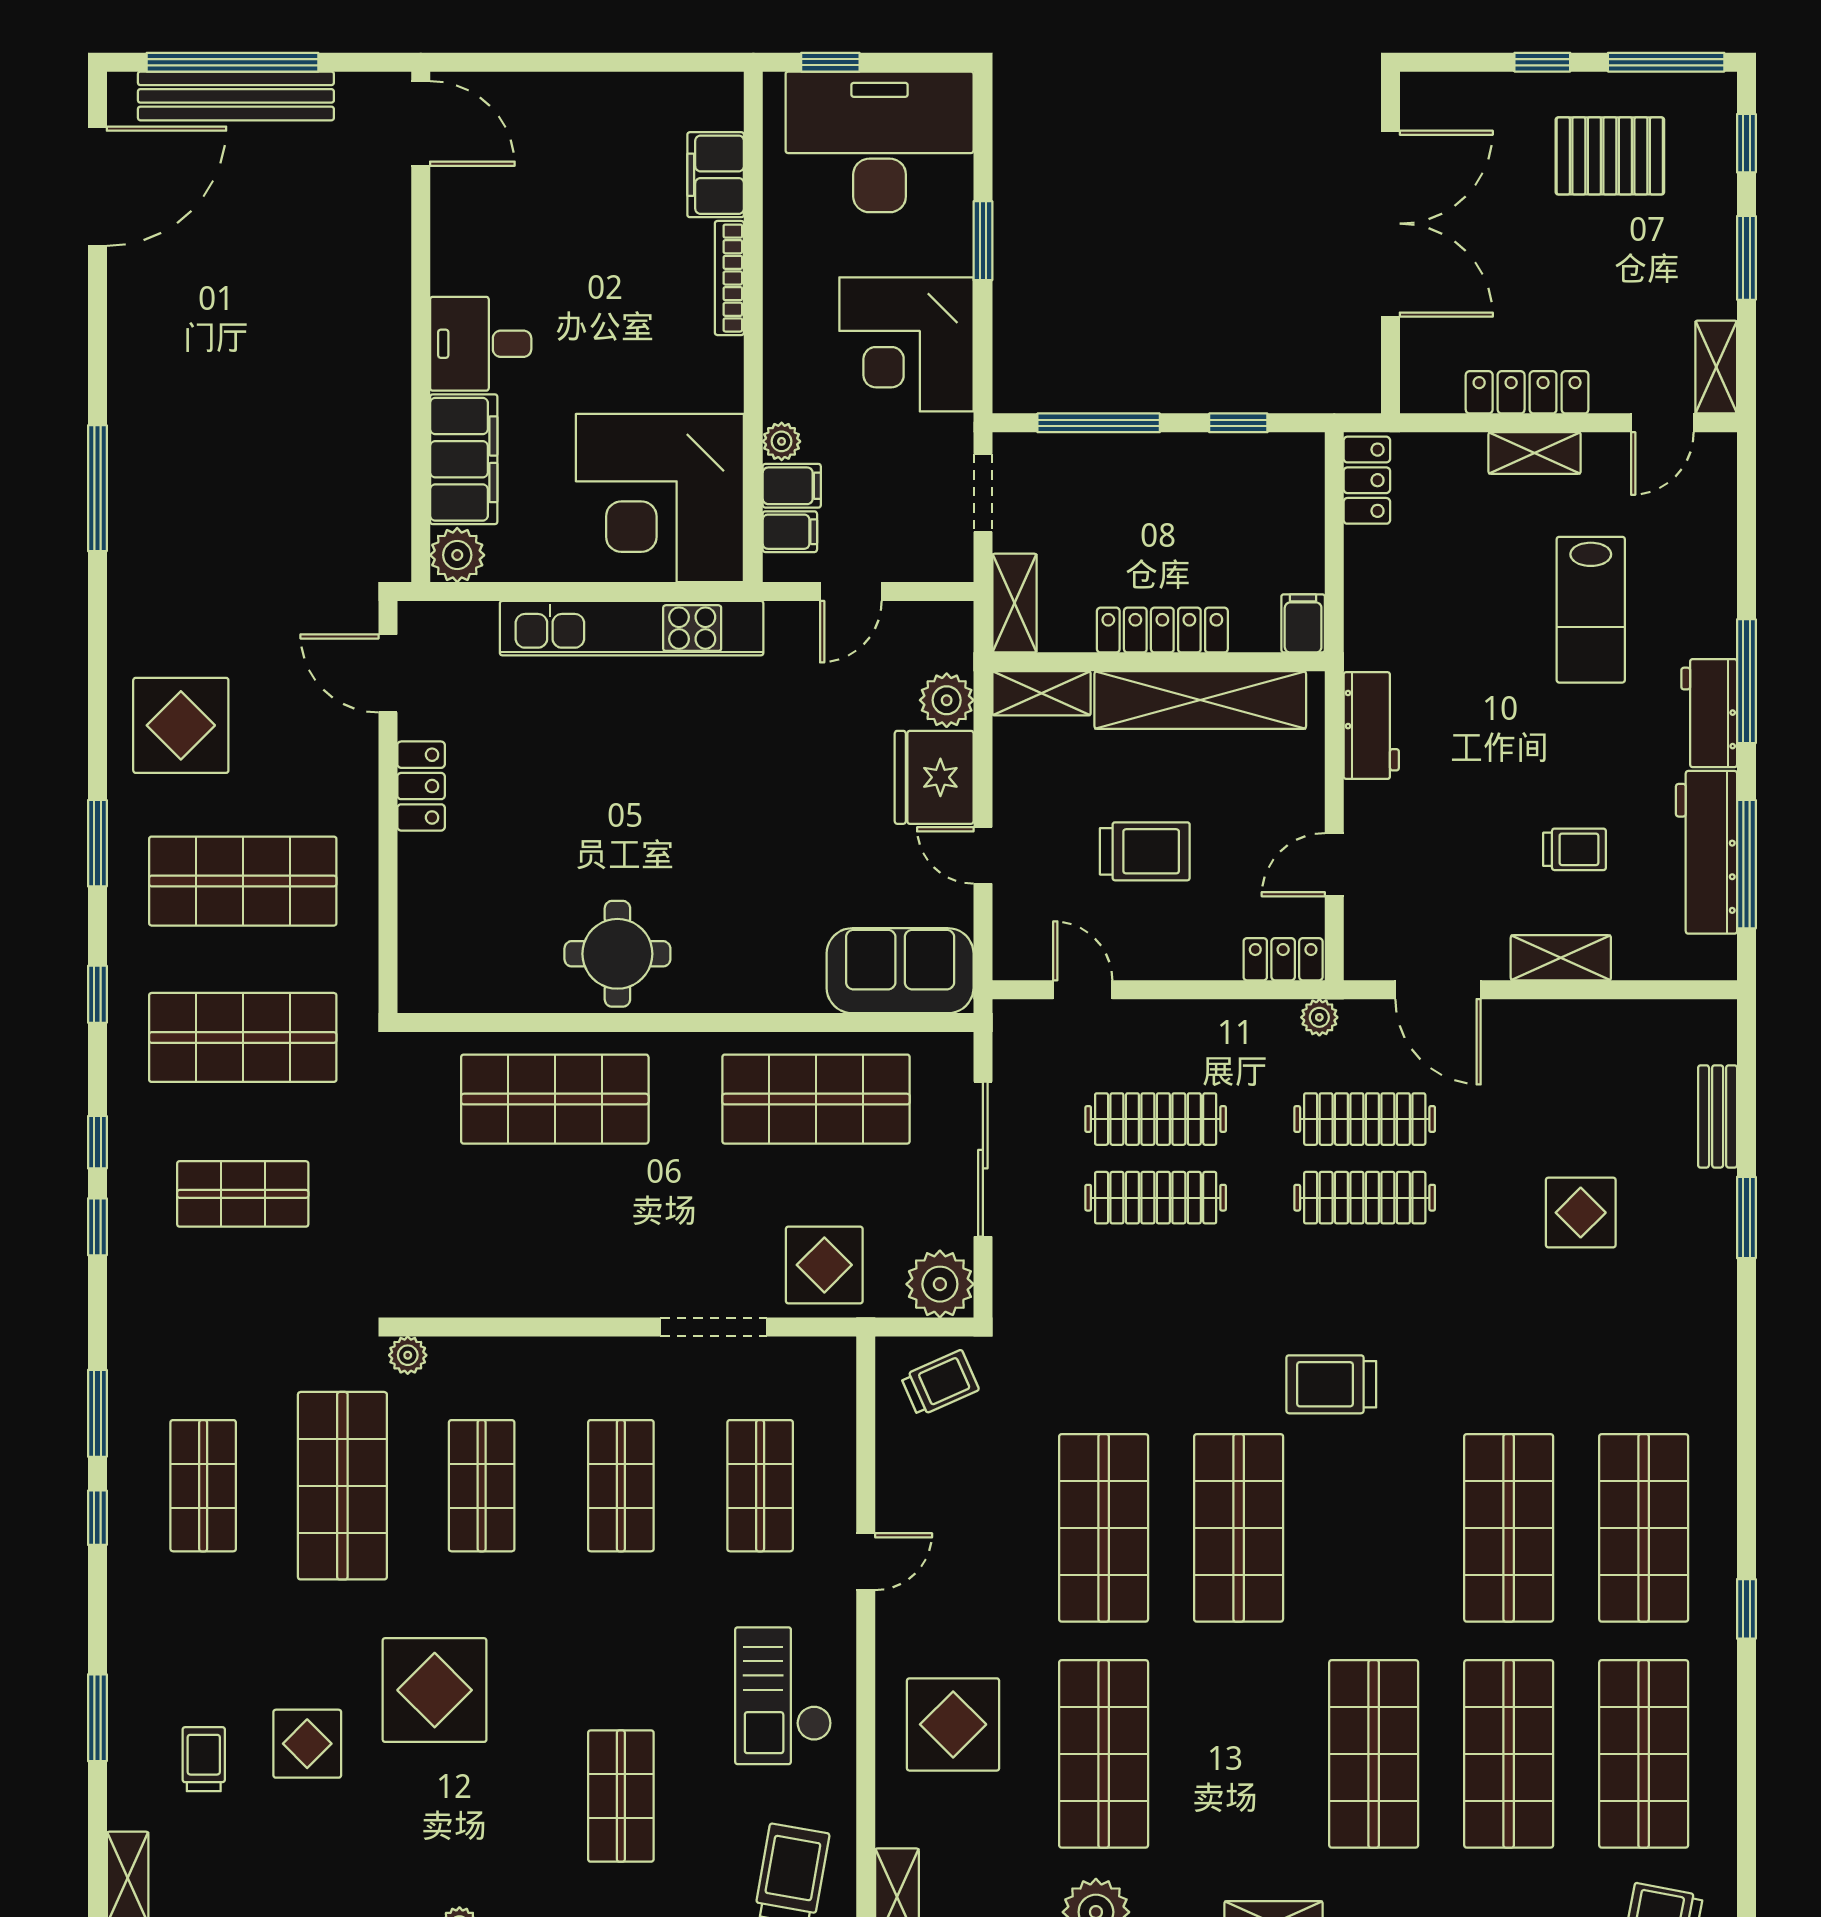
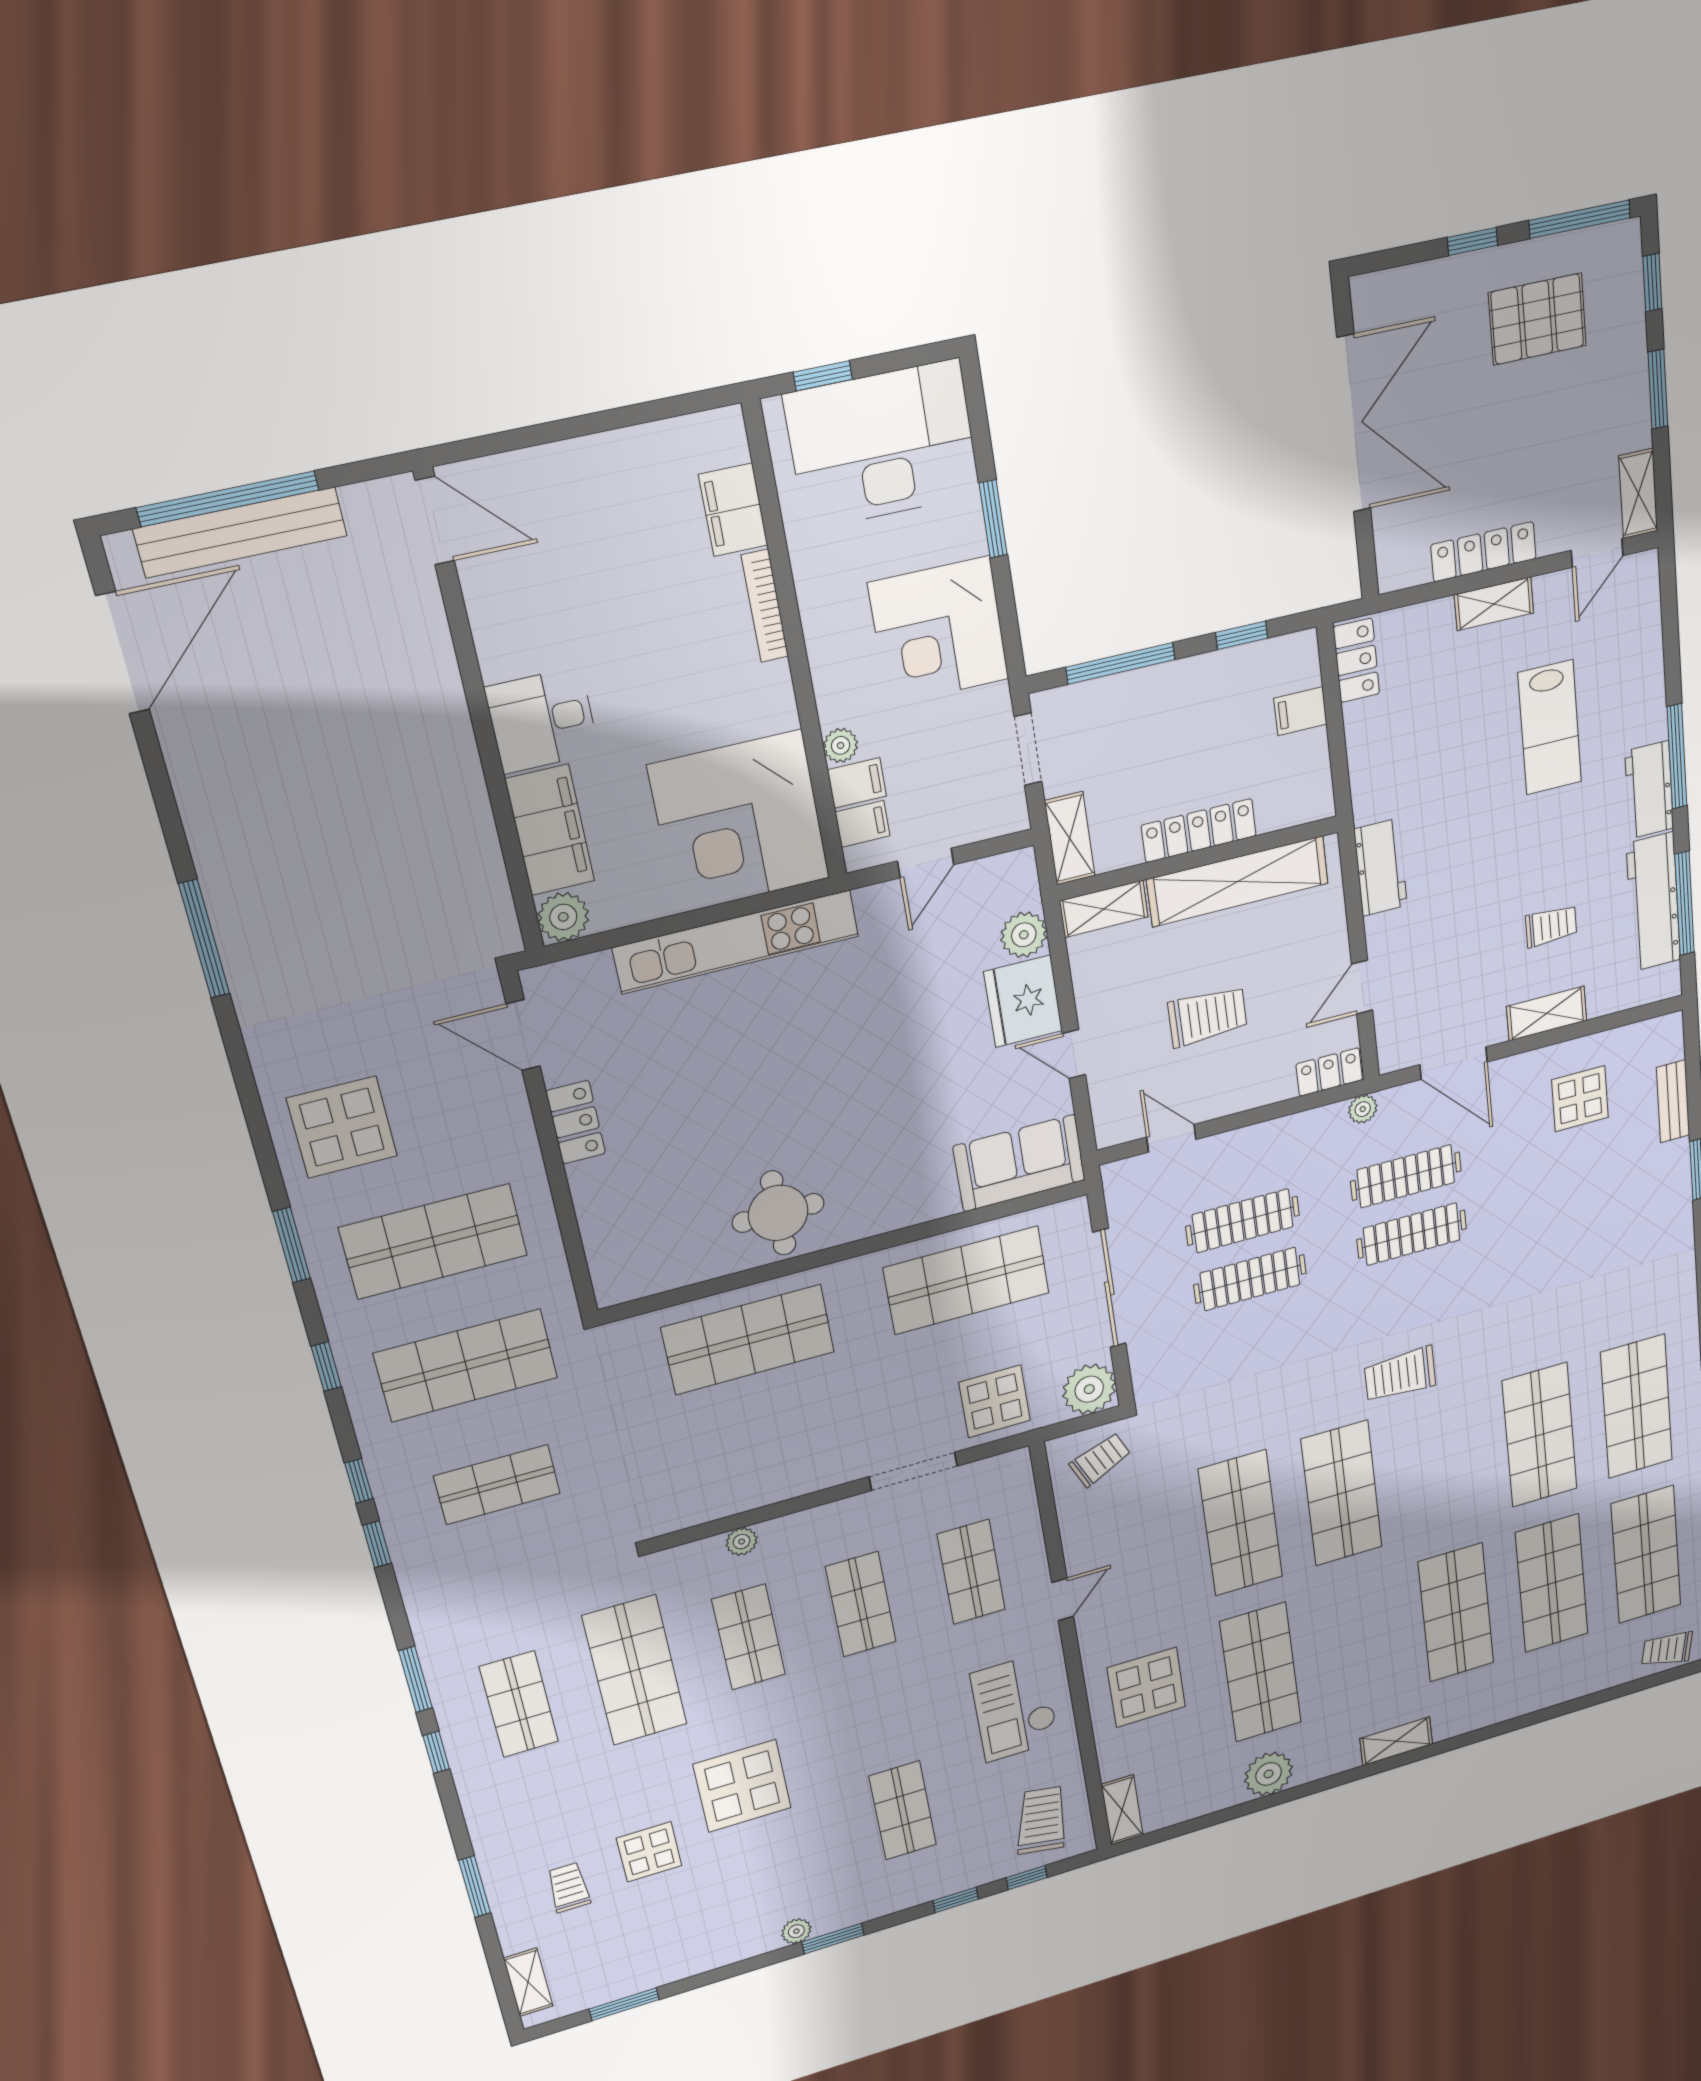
filing cabinet: (1303, 623) -> (1300, 711), moved, turned -90
display table: (1581, 1213) -> (1580, 1099), moved
plant: (408, 1355) -> (742, 1542), moved

